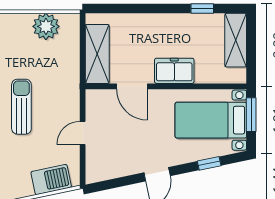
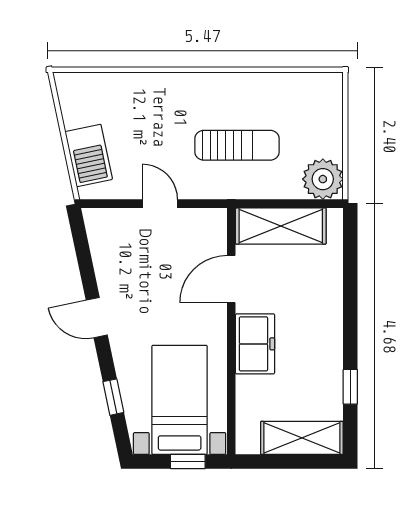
plant: (46, 26) -> (323, 179), moved
sun lounger: (21, 107) -> (237, 145), moved
window: (251, 115) -> (188, 461), width x0.67

